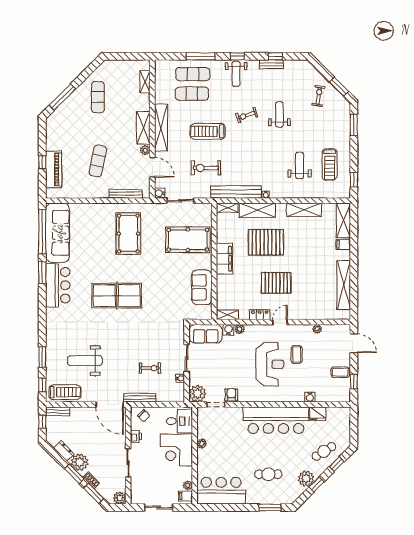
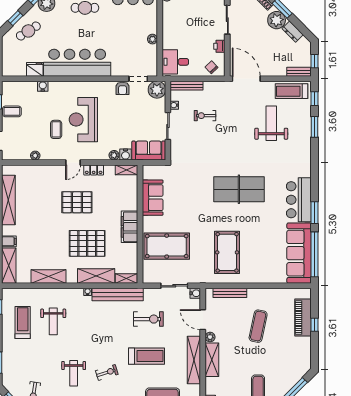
weight bench: (85, 361) -> (271, 123), turned -90
bench: (140, 398) -> (187, 86), moved
corner desk: (176, 450) -> (178, 32), removed

